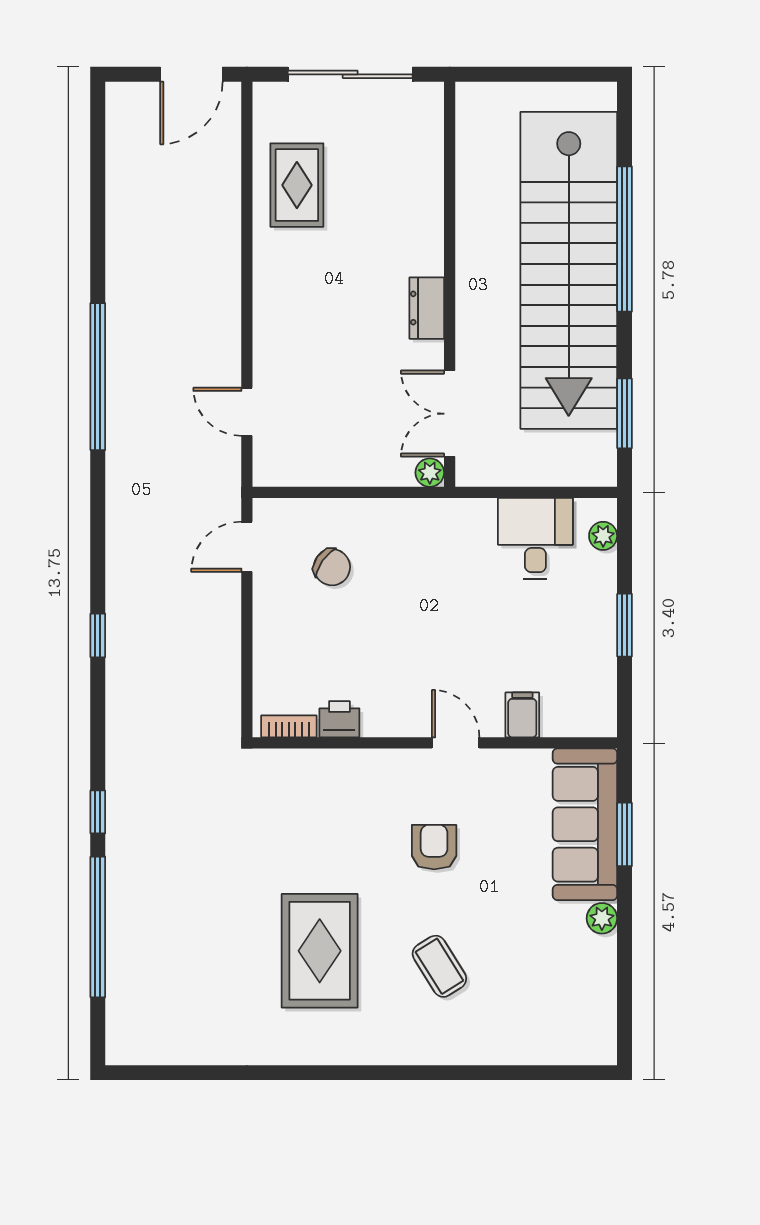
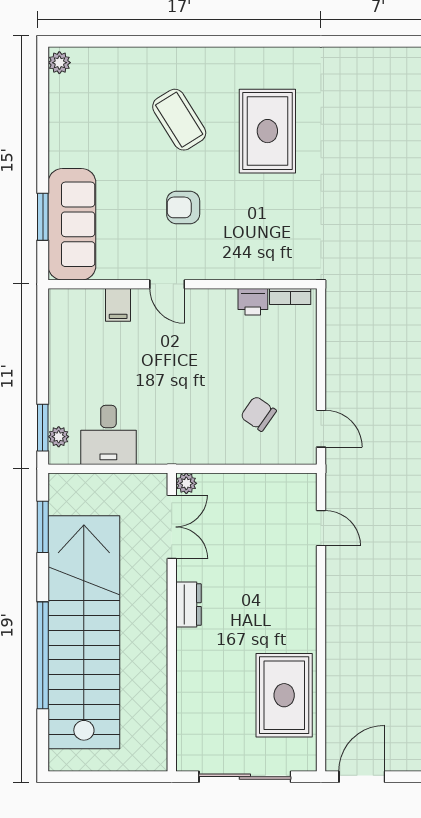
rug: (297, 185) -> (284, 695), width x1.36, depth x1.43
door: (247, 547) -> (321, 429), hinge flipped
window: (625, 625) -> (43, 428), moved
armchair: (434, 847) -> (183, 207), turned 90
plant: (602, 918) -> (59, 63), moved
coffee table: (439, 966) -> (179, 120), width x1.36, depth x1.30

